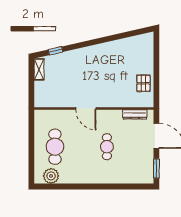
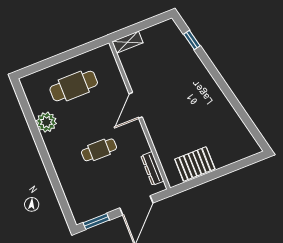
shelving: (39, 69) -> (127, 42), moved
pallet: (144, 83) -> (195, 164), width x1.50, depth x1.42
plant: (51, 176) -> (46, 122), moved

